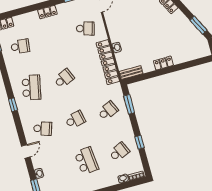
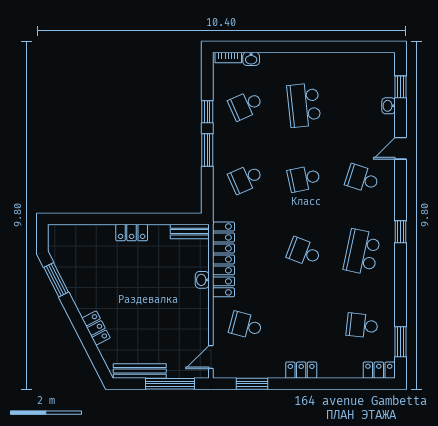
school desk: (64, 79) -> (304, 252), turned 45
window: (129, 104) -> (207, 150), moved

